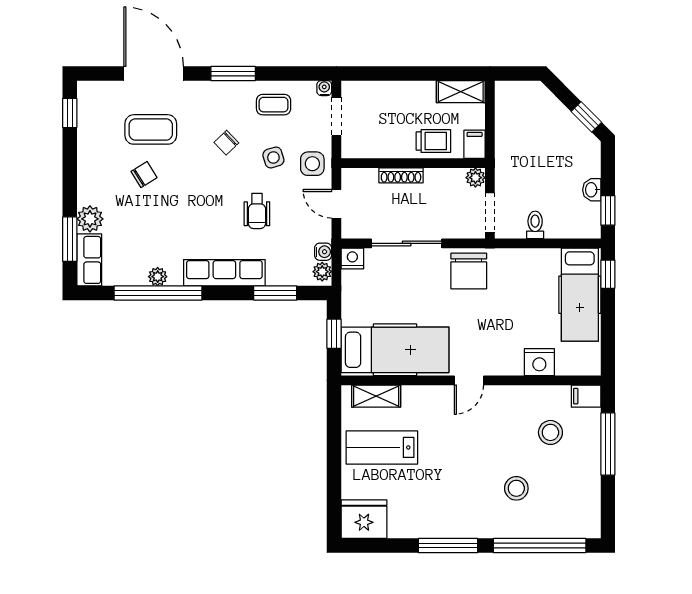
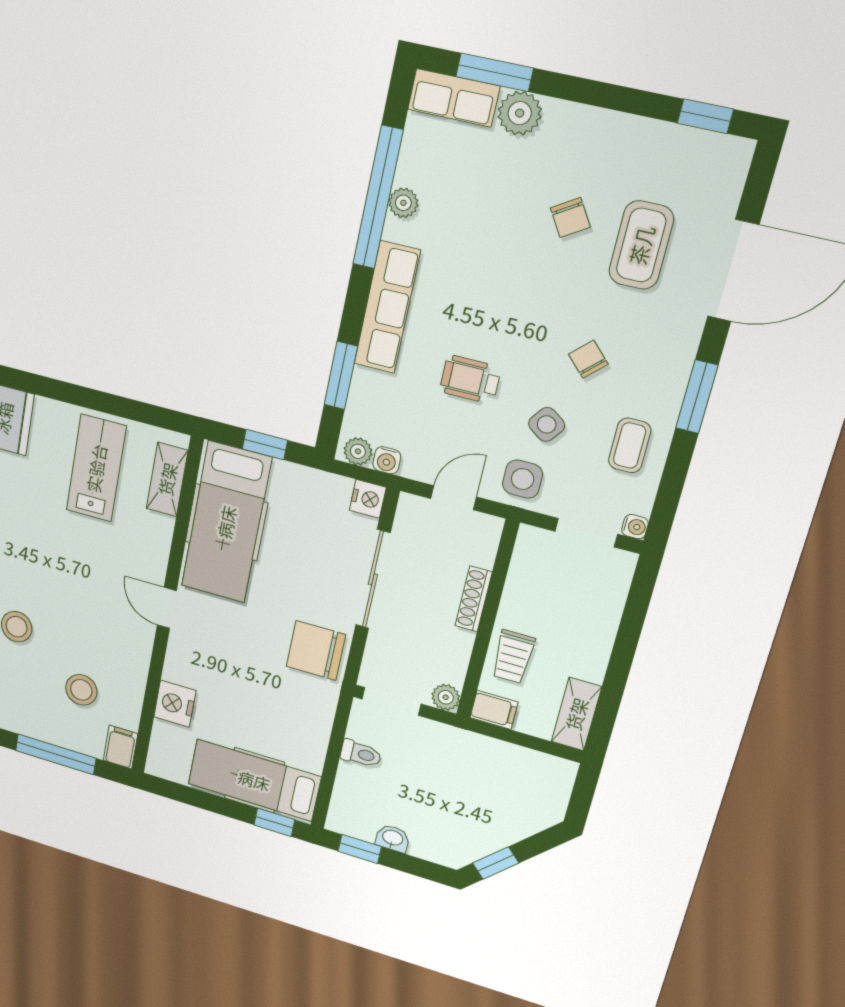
side table: (273, 157) -> (547, 424), turned -37

